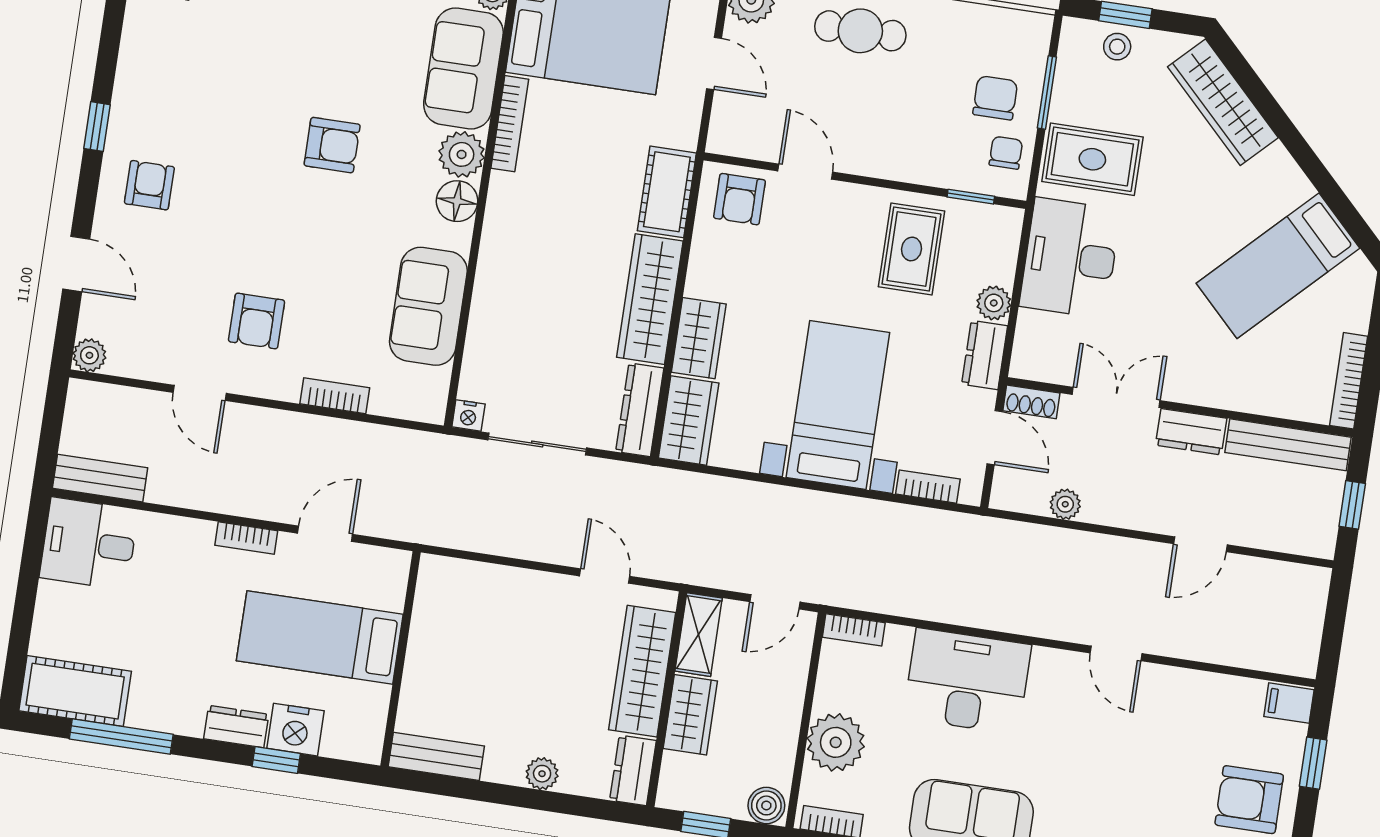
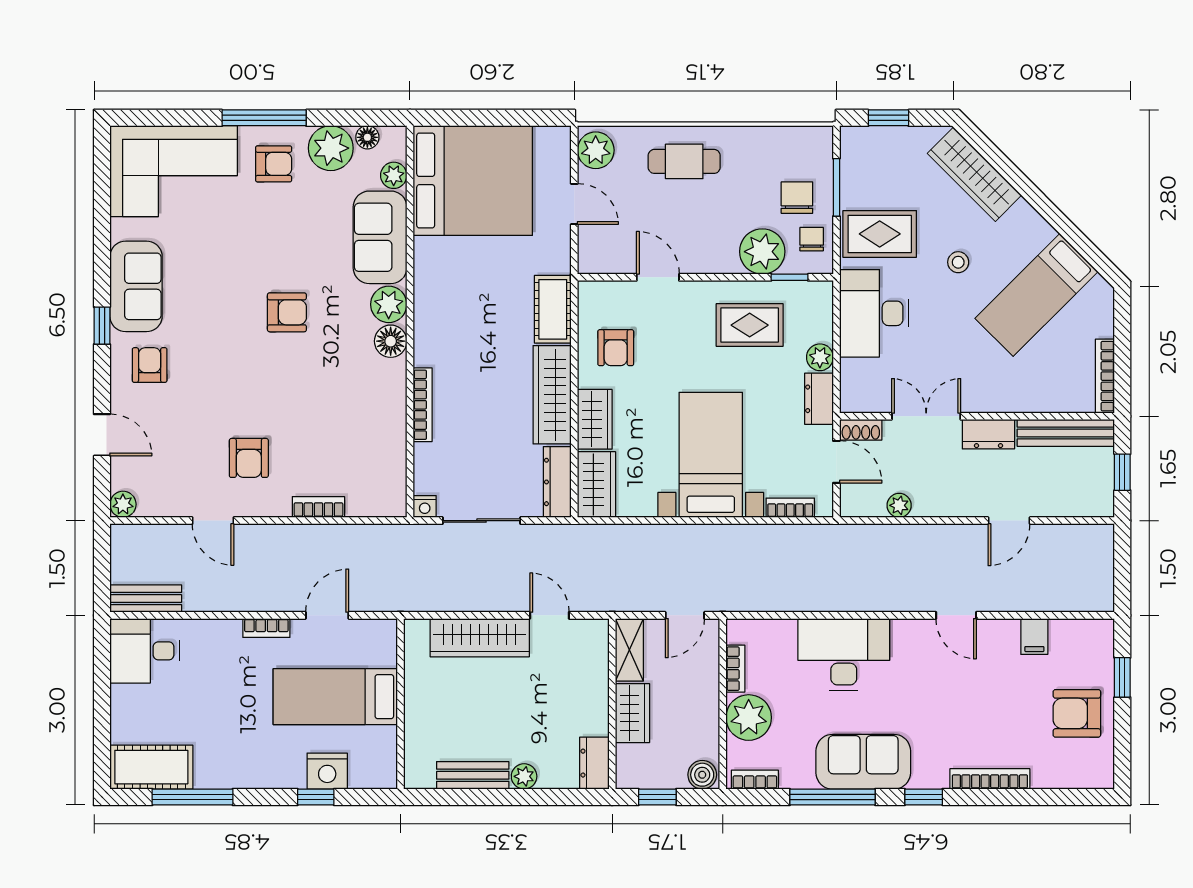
stool: (1117, 47) -> (958, 262), moved
bookcase: (510, 124) -> (423, 405), moved
plant: (941, 159) -> (762, 252), added
armchair: (740, 199) -> (616, 348), moved
rug: (911, 249) -> (750, 325), turned 90
sofa: (428, 306) -> (136, 286), moved, turned 180
bookcase: (854, 630) -> (735, 669), moved, turned -90
wardrobe: (642, 671) -> (480, 638), moved, turned -90
filing cabinet: (1289, 703) -> (1034, 636), moved, turned -90
dresser: (236, 727) -> (281, 776), removed
bench: (436, 756) -> (473, 775), moved

